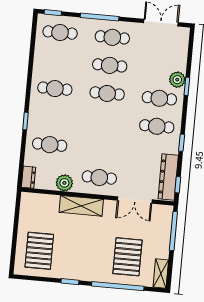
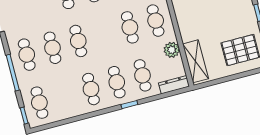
cafe table: (52, 117) -> (117, 82), added
cafe table: (102, 149) -> (130, 27), added
dresser: (28, 177) -> (174, 85), width x1.44
shelving: (81, 206) -> (196, 61), moved

